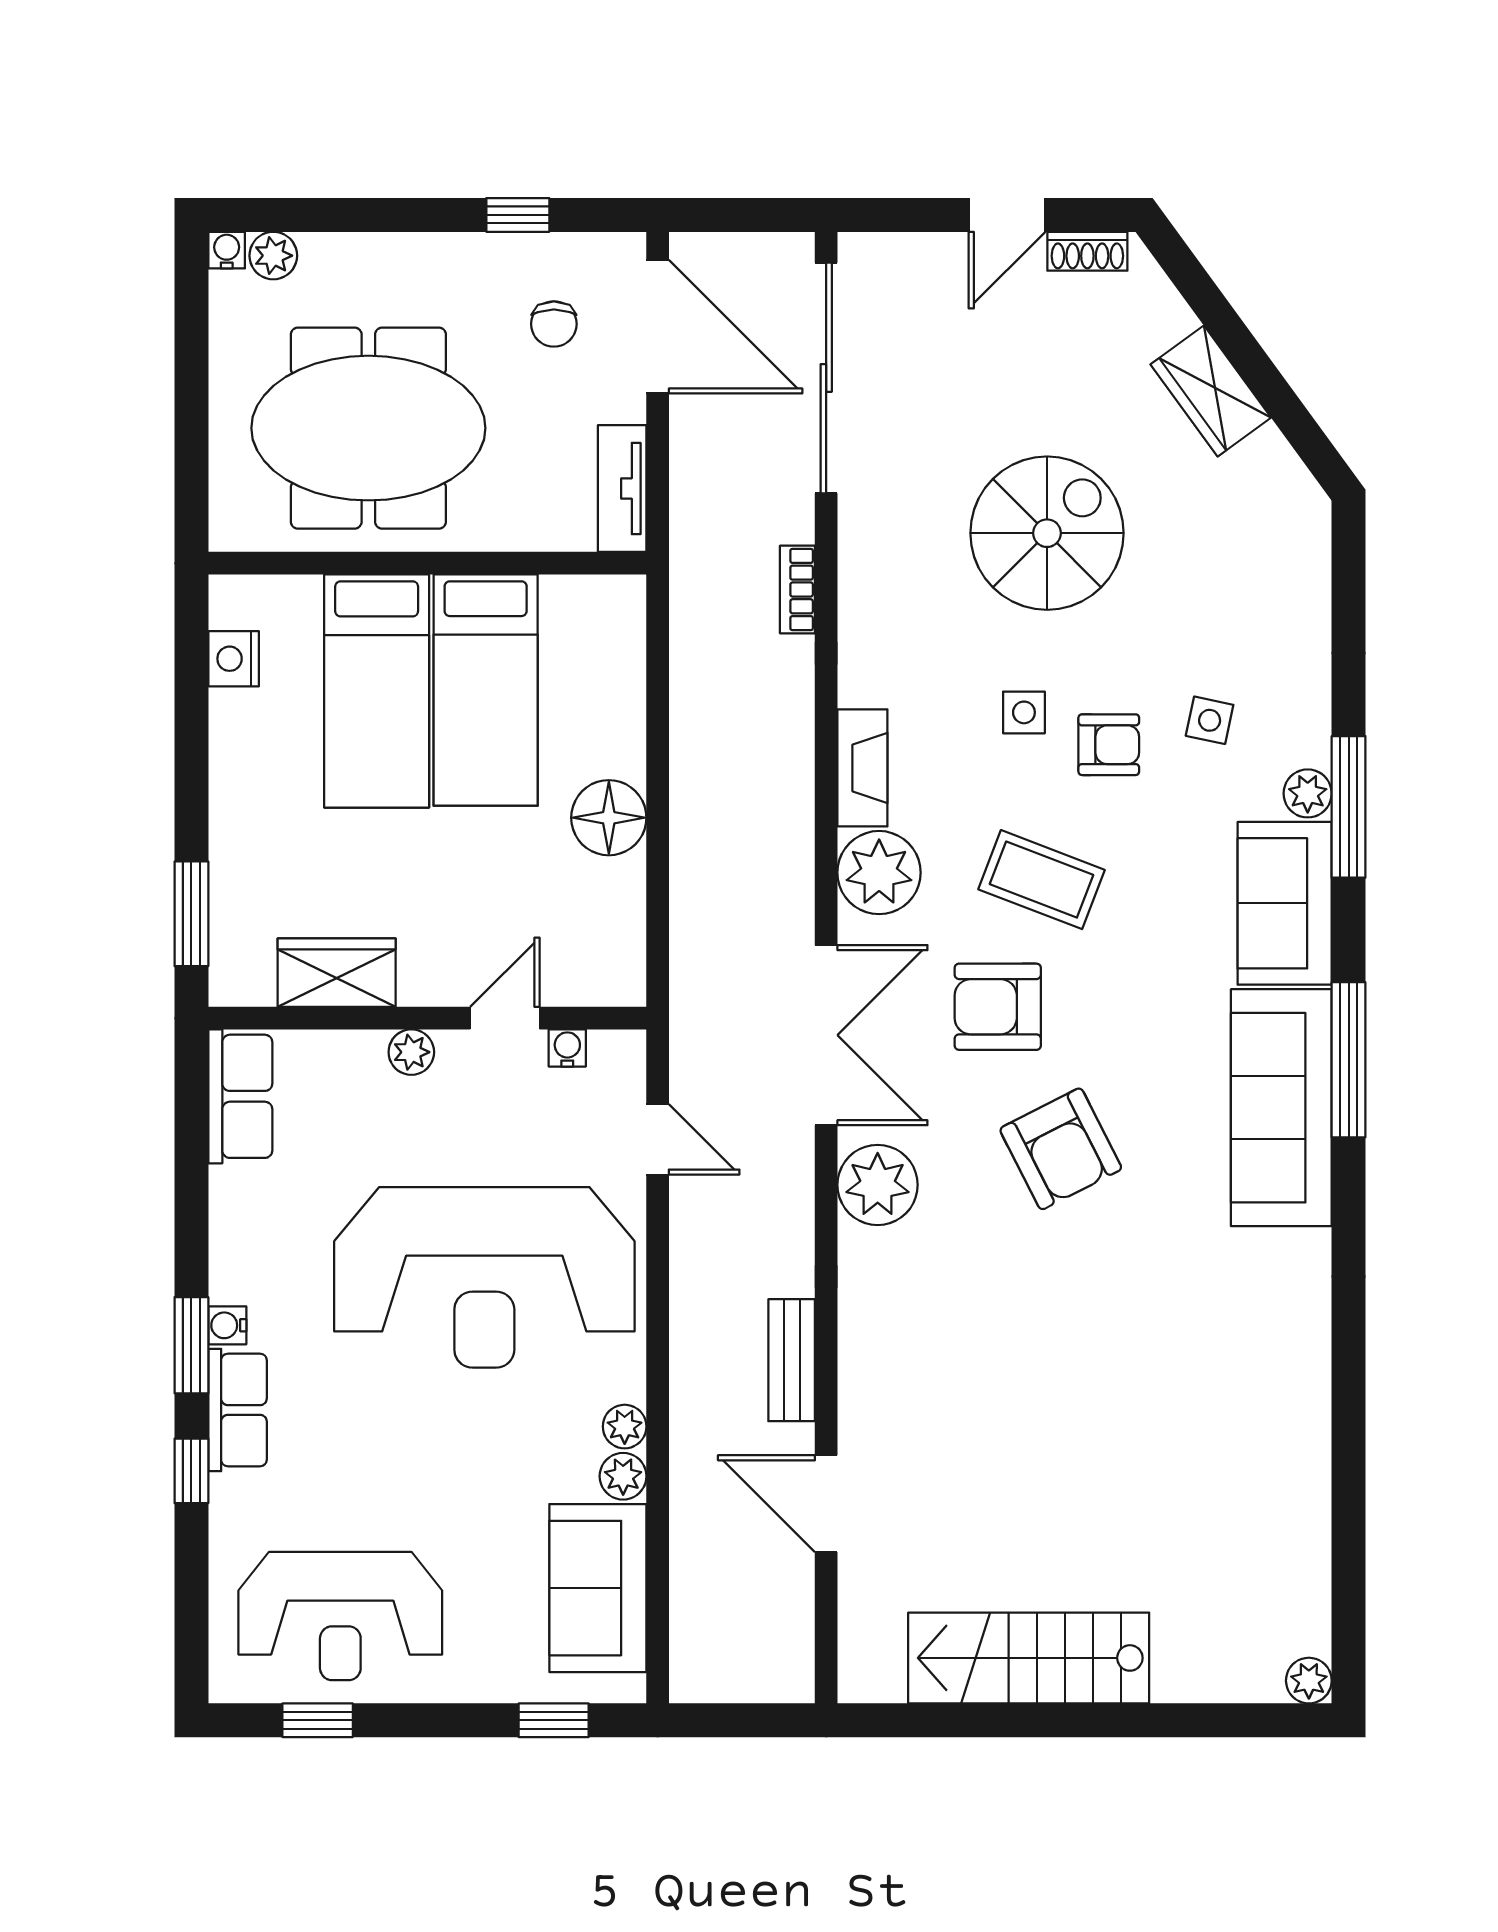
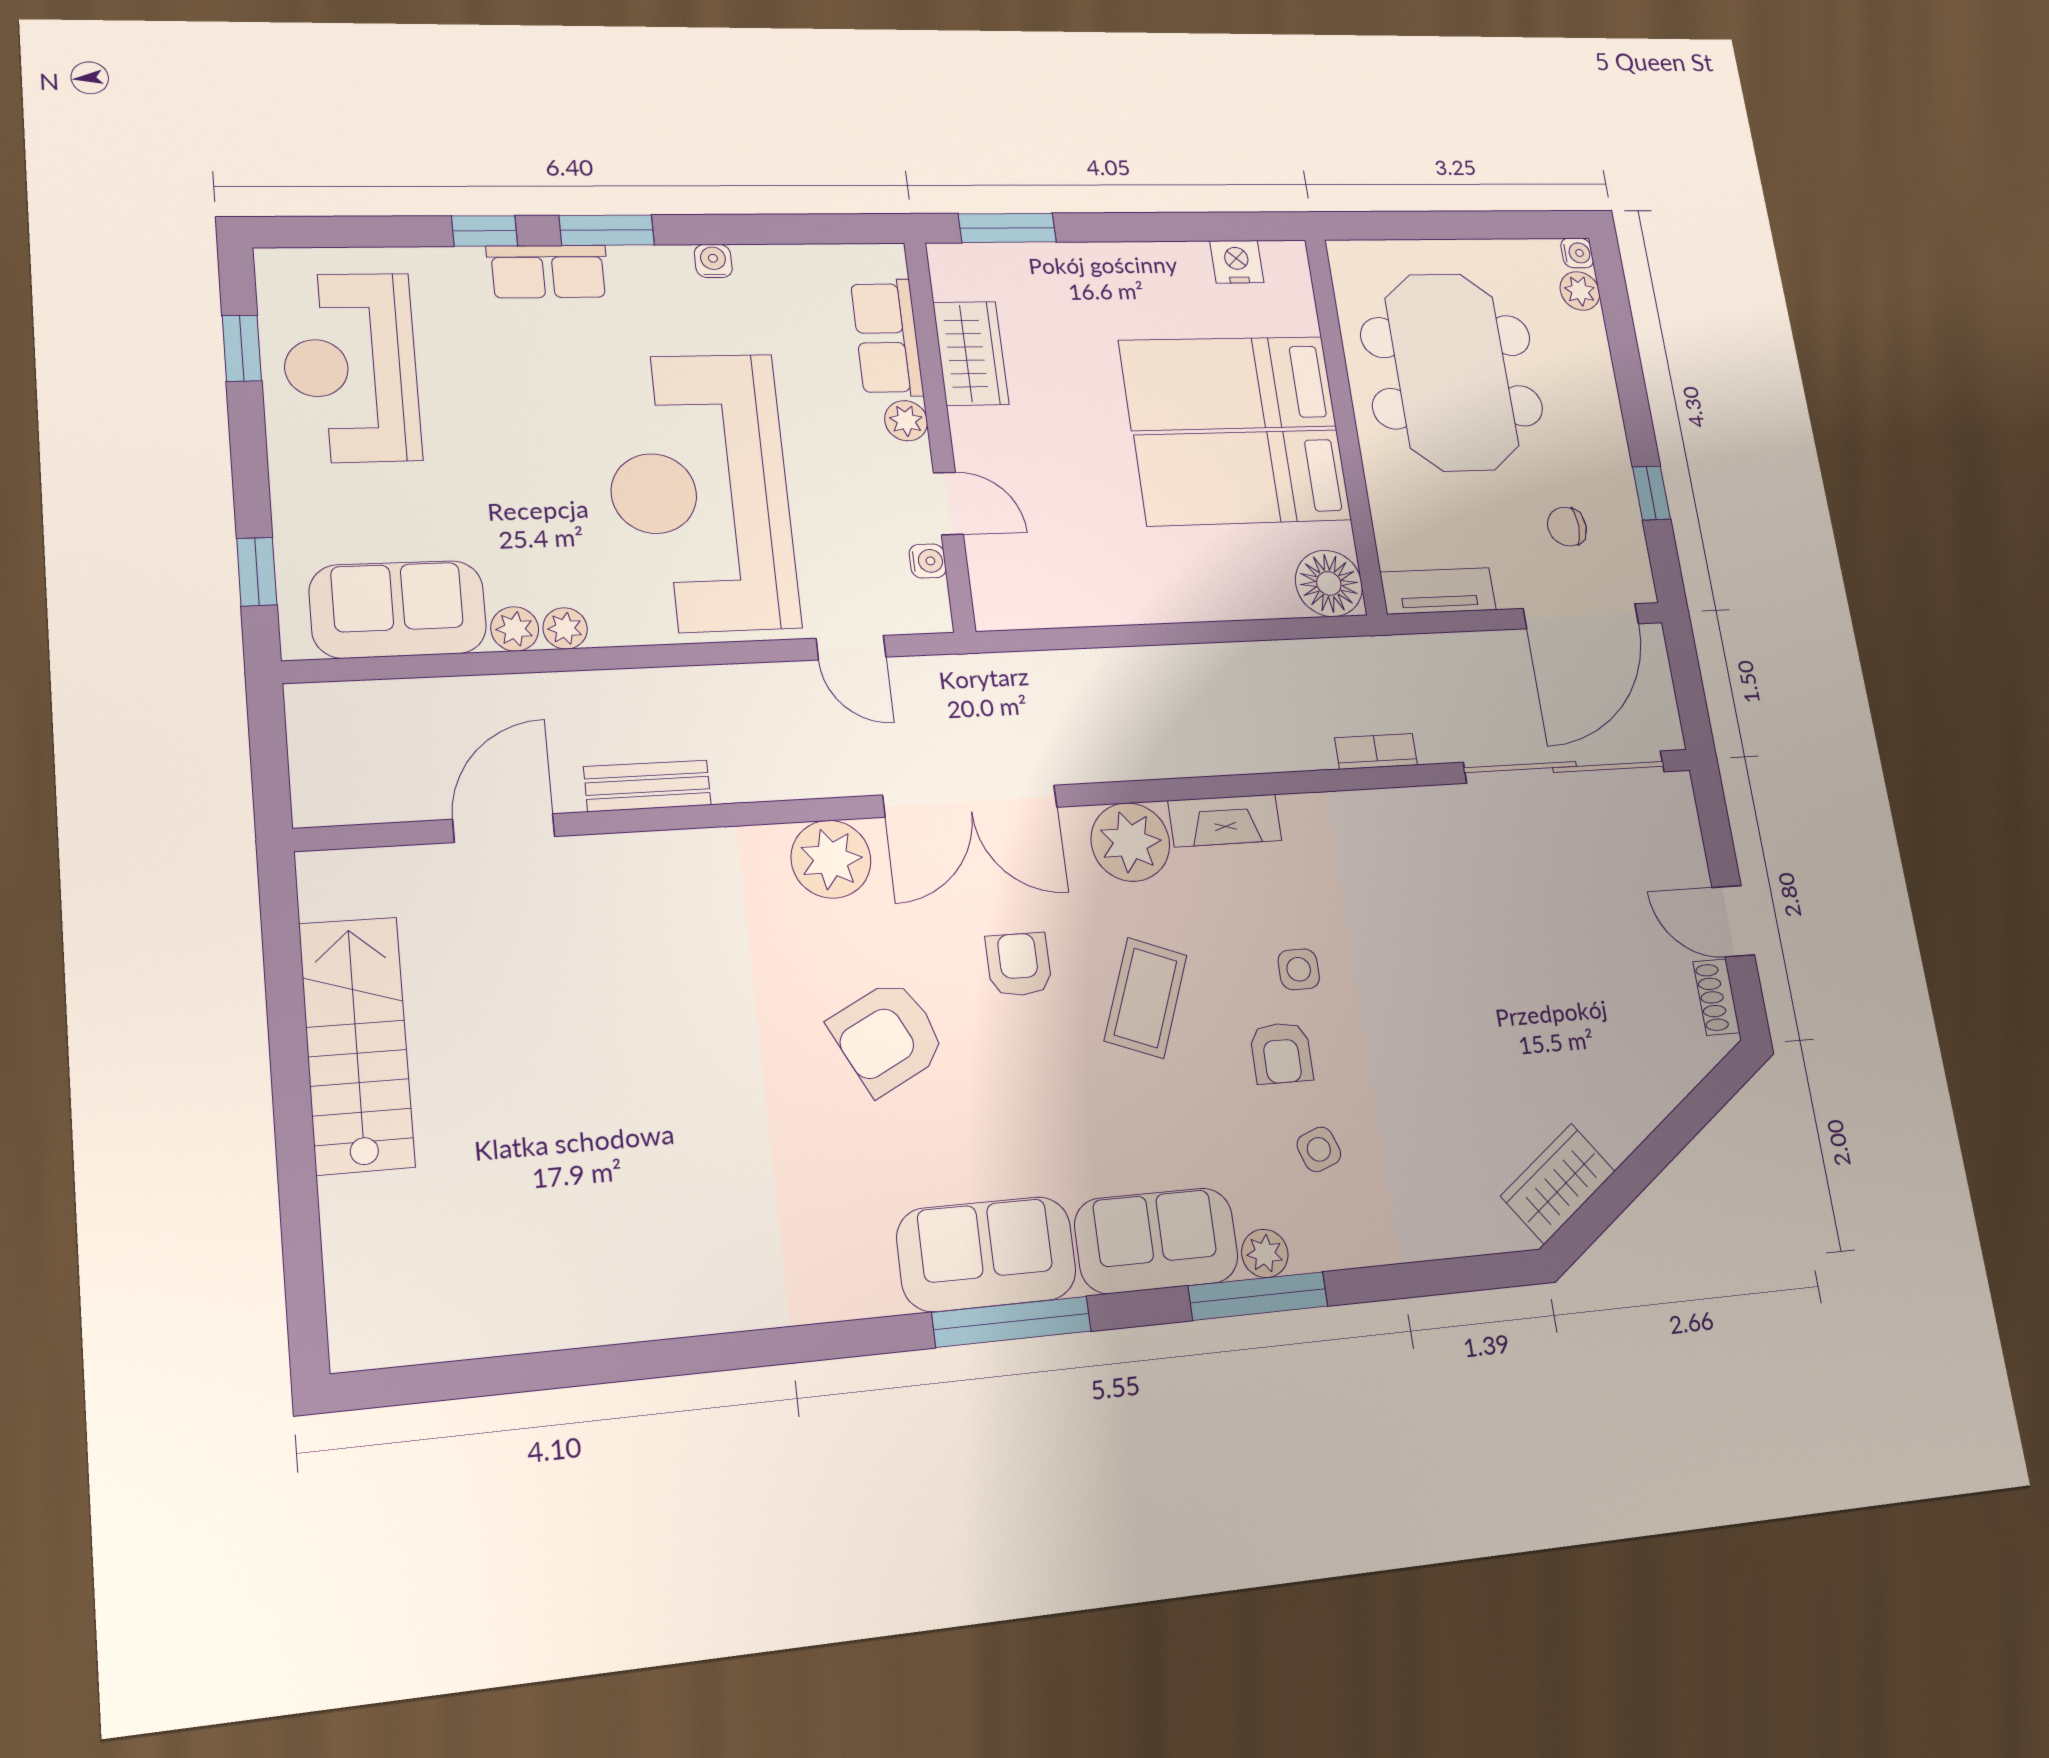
wardrobe: (1211, 391) -> (1558, 1184), moved
spiral stairs: (1047, 533) -> (1464, 979), removed
side table: (1210, 720) -> (1319, 1149), turned -32
floor lamp: (609, 818) -> (1329, 583), moved
armchair: (998, 1007) -> (1019, 964), width x0.72, depth x0.72
row of seats: (240, 1096) -> (887, 338), moved, turned 90
sofa: (1281, 1108) -> (987, 1254), width x0.73
door: (658, 1139) -> (851, 648), hinge flipped
water cooler: (227, 1325) -> (713, 261), moved
plant: (1309, 1681) -> (353, 1347), removed

